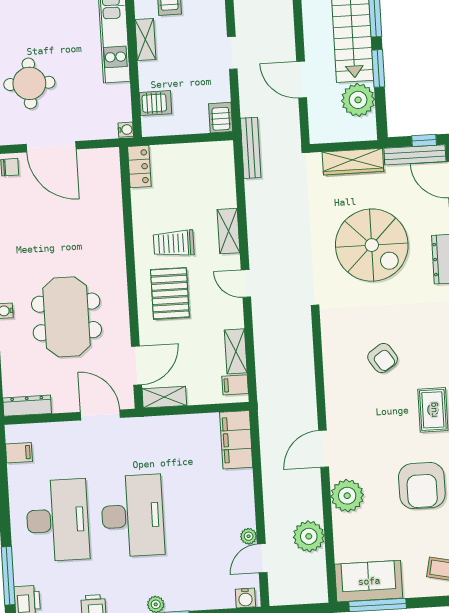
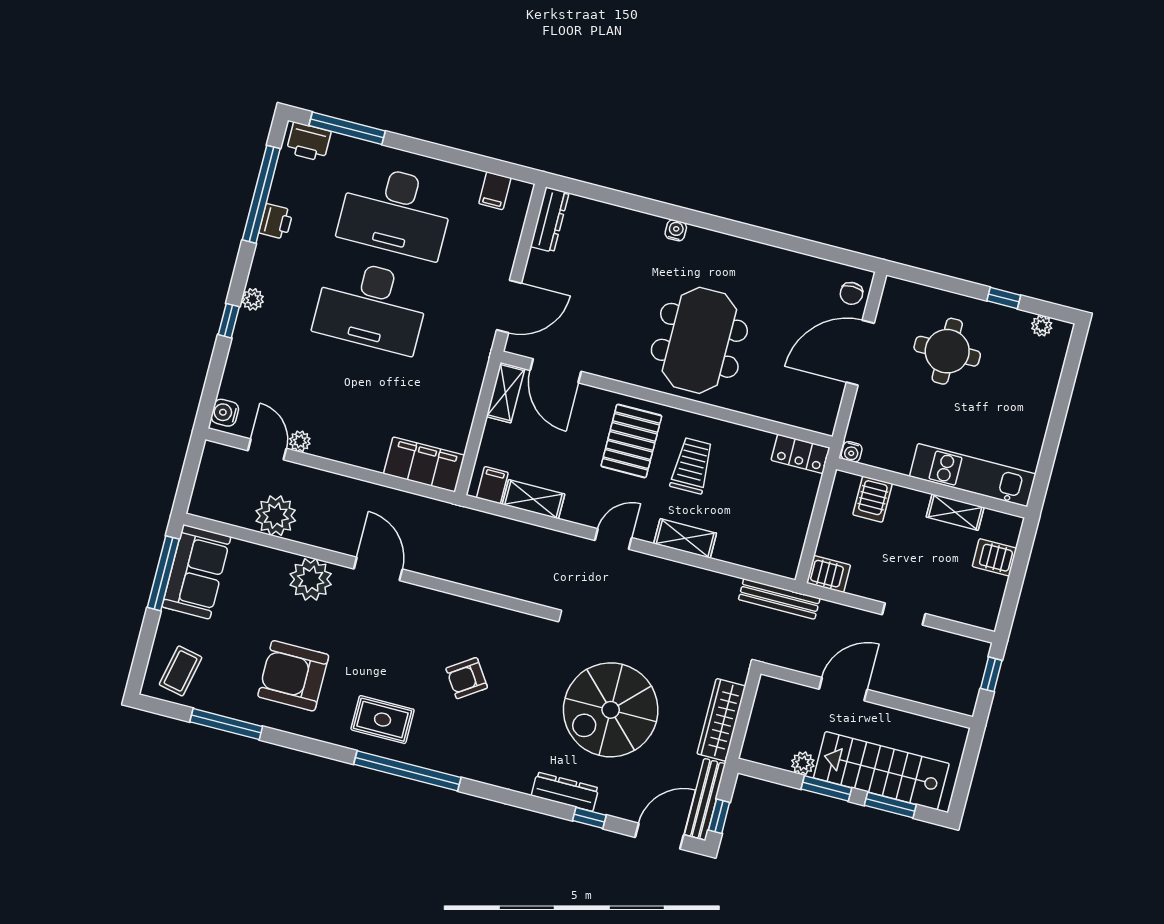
plant: (358, 100) -> (803, 763), width x0.53, depth x0.53
pallet: (170, 293) -> (631, 441), turned 90
meeting table: (66, 317) -> (699, 340), moved, turned 90

